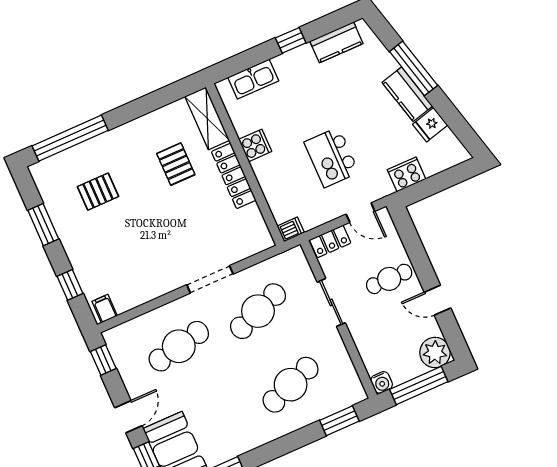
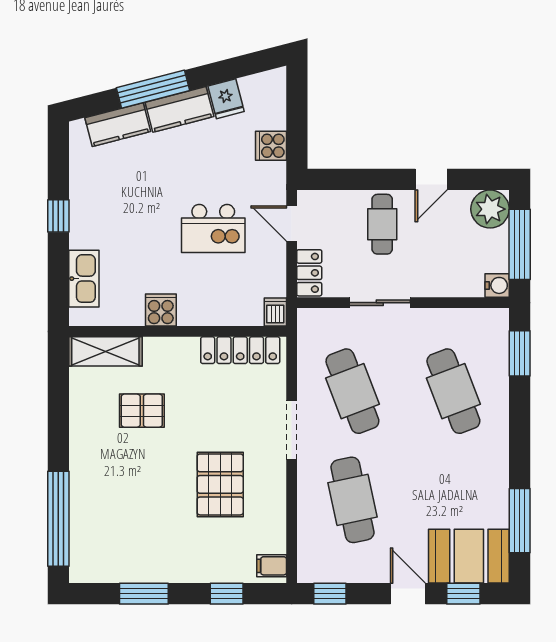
kitchen counter: (336, 42) -> (118, 125), moved, turned 76
cooker: (407, 174) -> (271, 146), width x0.73
locker: (234, 176) -> (240, 350), moved
pallet: (98, 192) -> (220, 484), moved, width x1.50, depth x1.42
door: (360, 213) -> (292, 223), swing flipped

